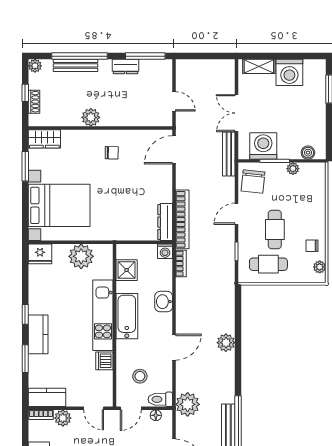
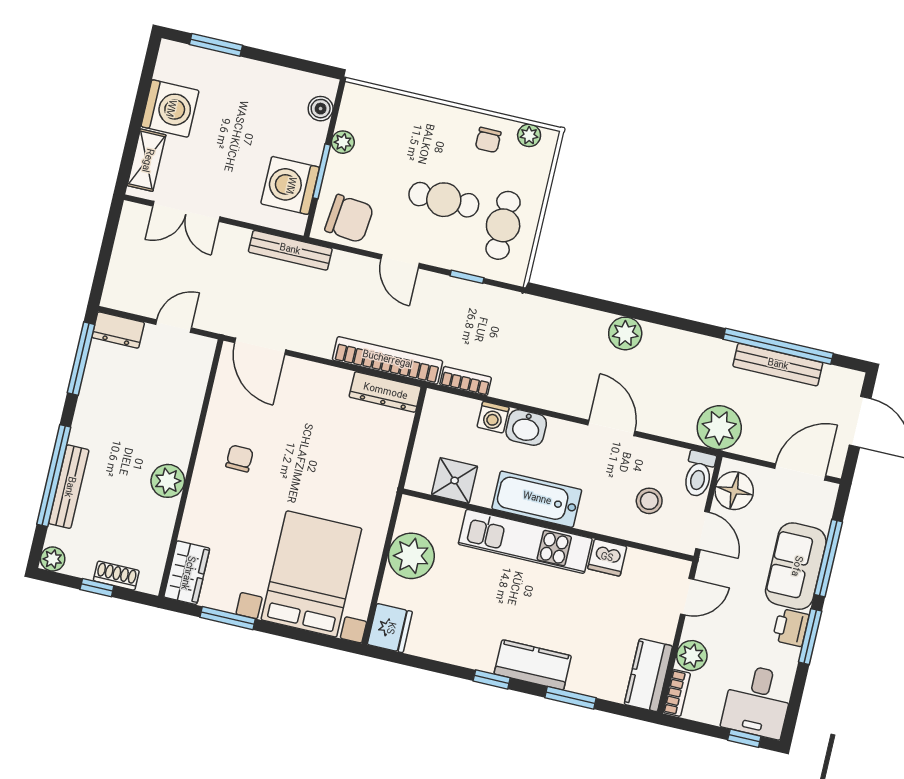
dresser: (126, 67) -> (118, 330), moved, turned 90
double door: (237, 113) -> (186, 211), moved
washing machine: (165, 251) -> (493, 417), moved, turned 90
floor lamp: (156, 415) -> (734, 491), width x1.89, depth x1.89

